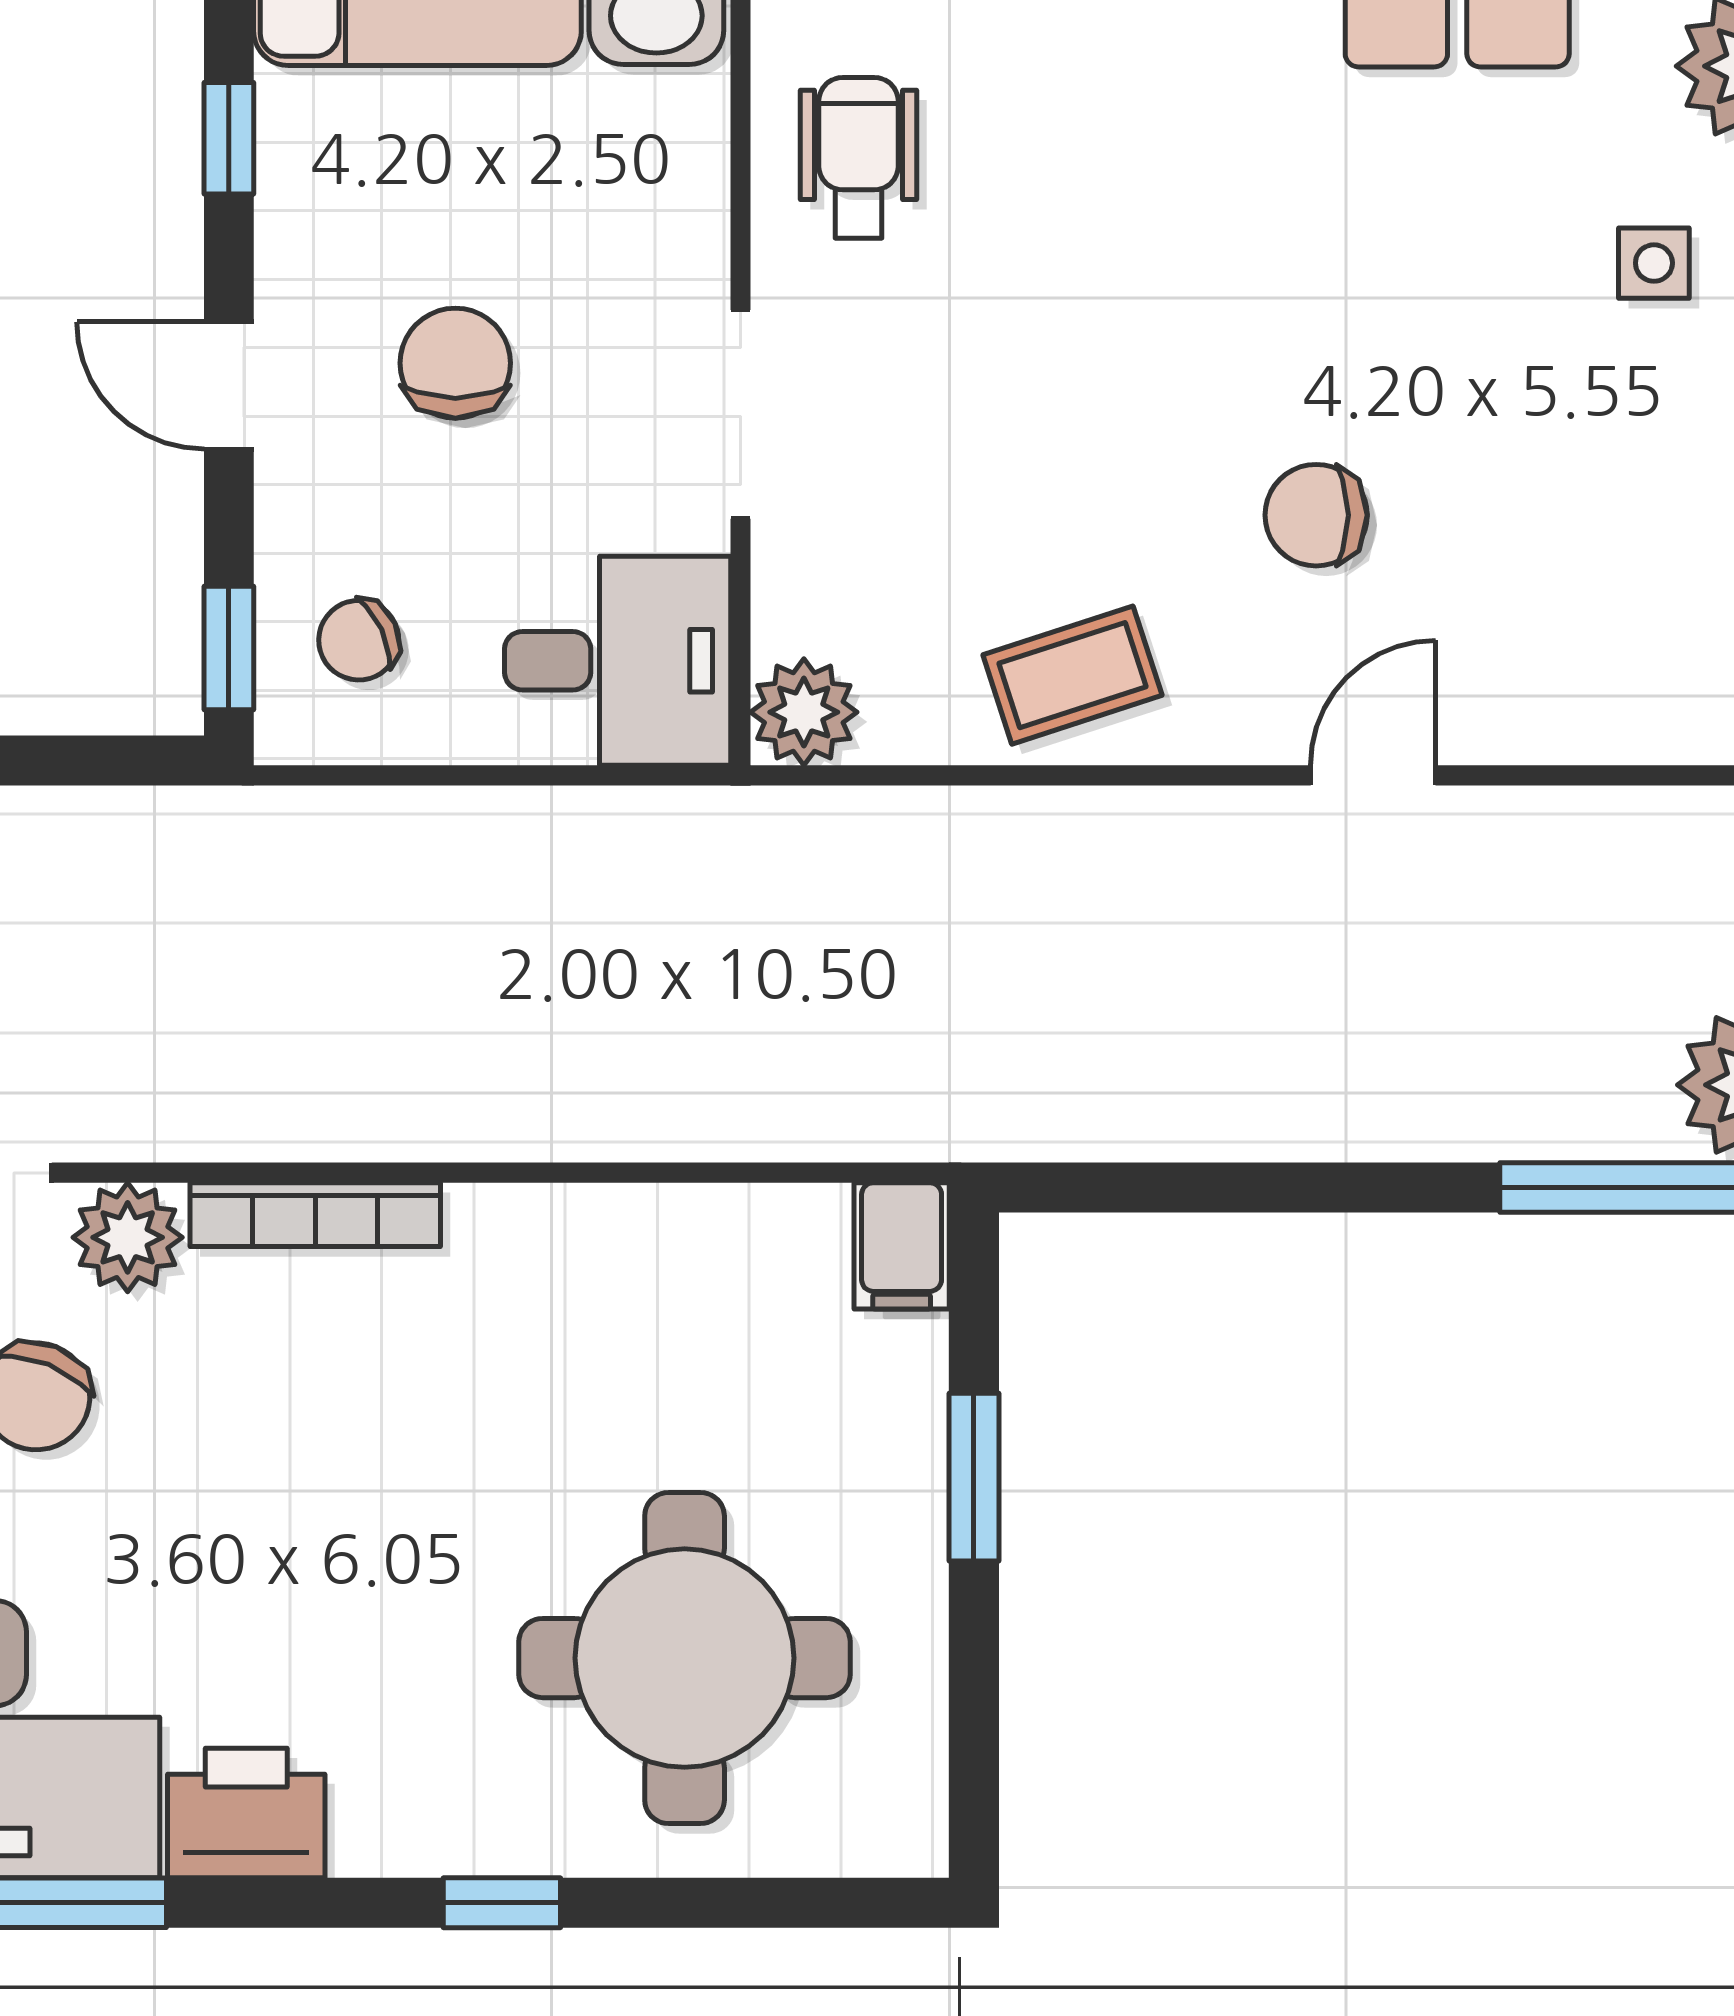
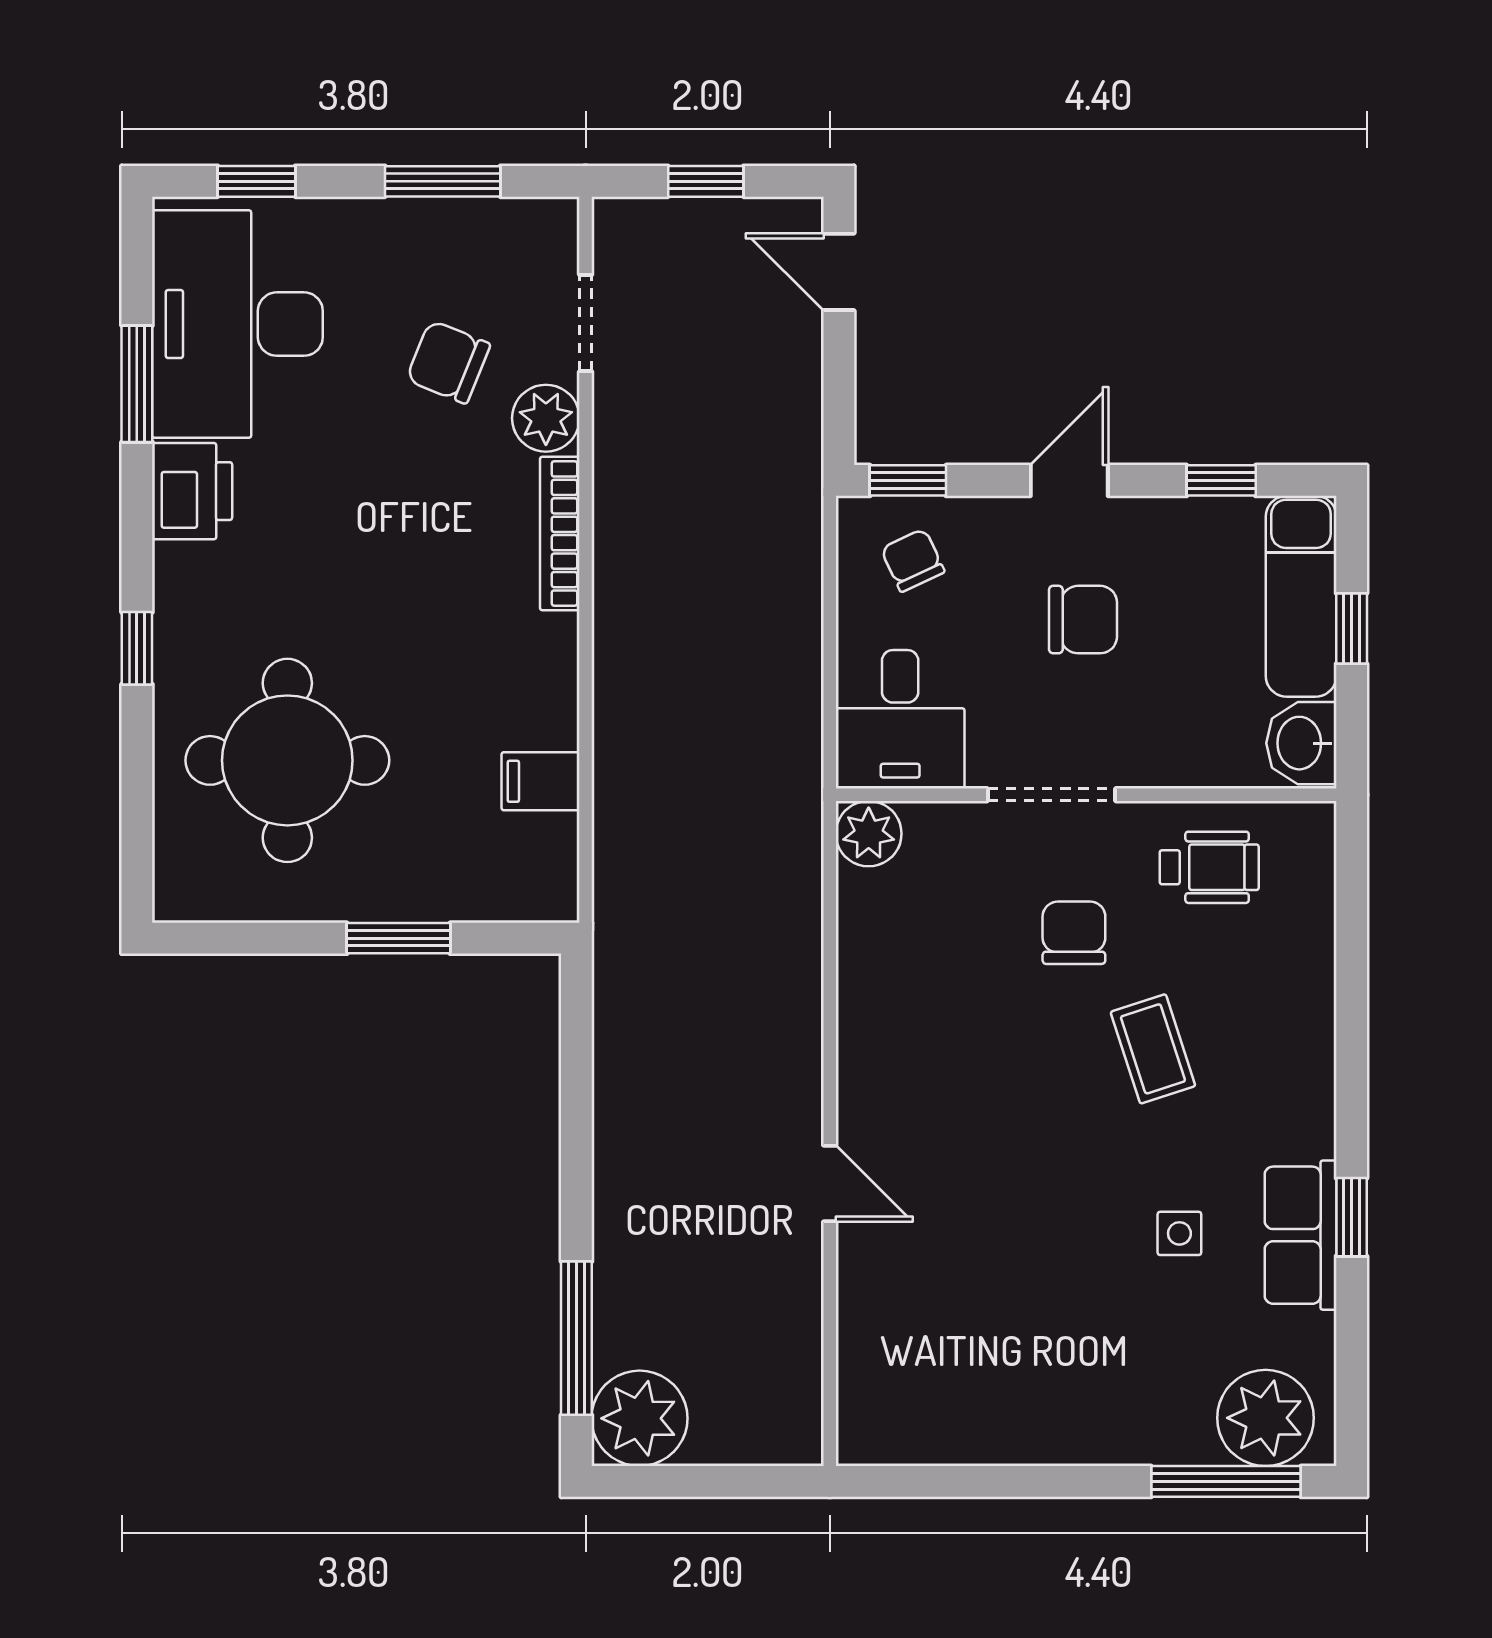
side table: (1654, 263) -> (1179, 1233), moved
chair: (1316, 515) -> (1074, 933), moved
coffee table: (1072, 675) -> (1153, 1049), moved
filing cabinet: (902, 1246) -> (541, 781), moved

